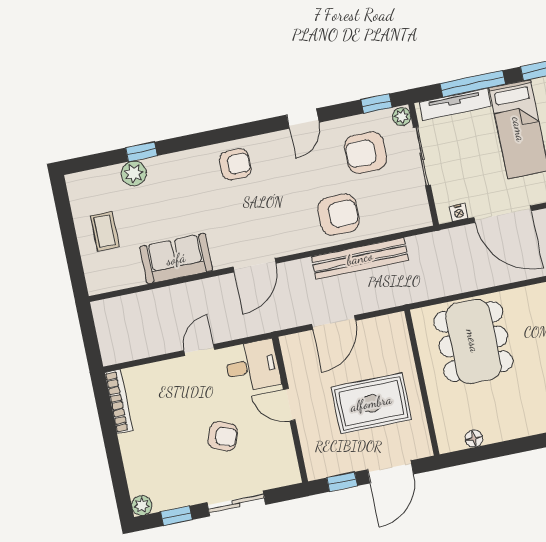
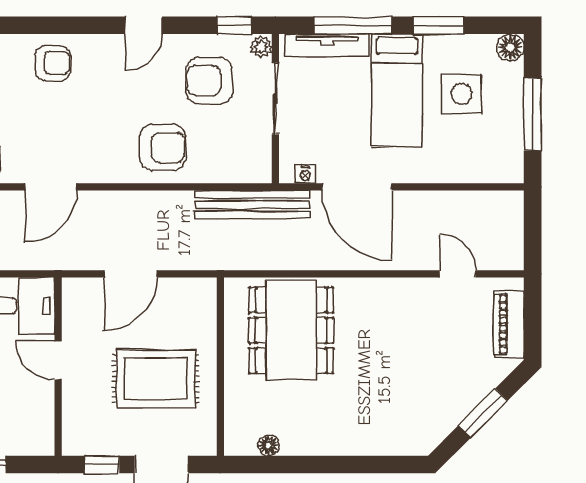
bench: (360, 258) -> (252, 205), moved

